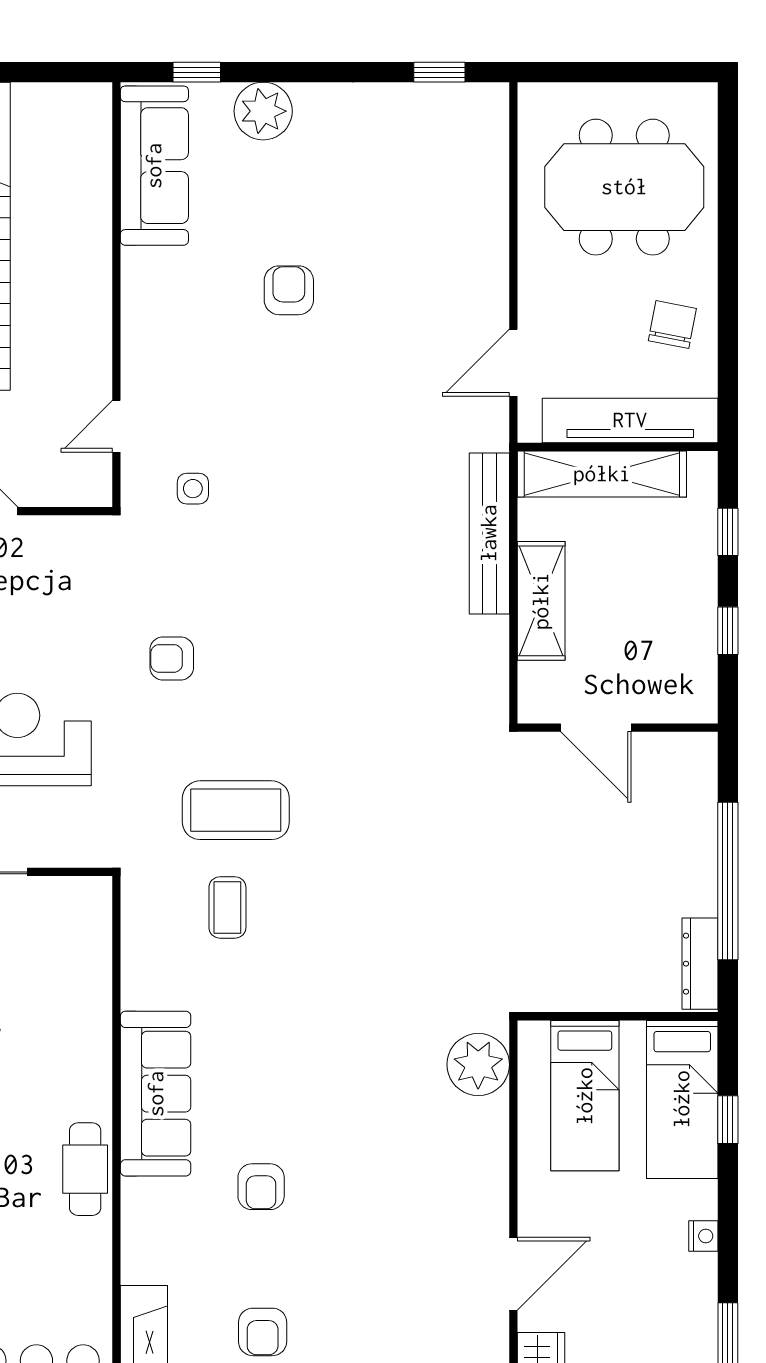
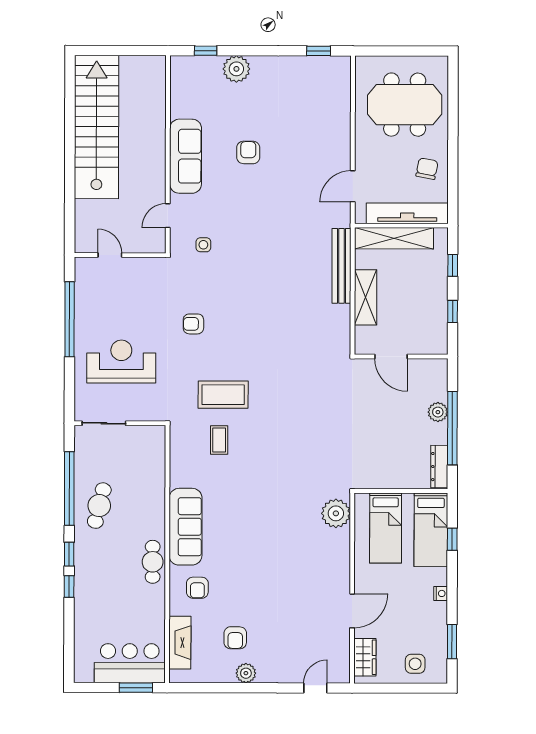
sofa: (154, 166) -> (186, 156), moved
plant: (697, 847) -> (438, 412), added
armchair: (261, 1187) -> (197, 588), moved

